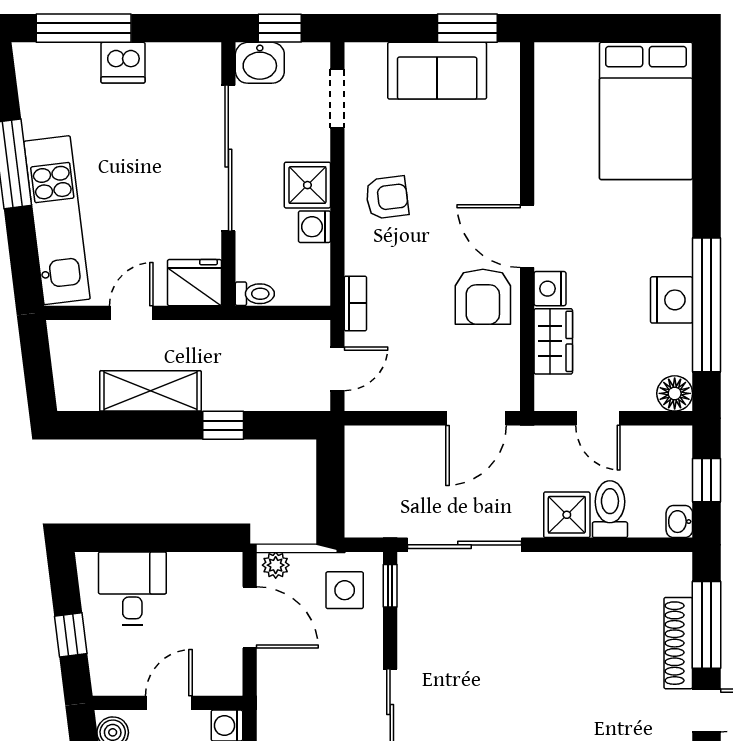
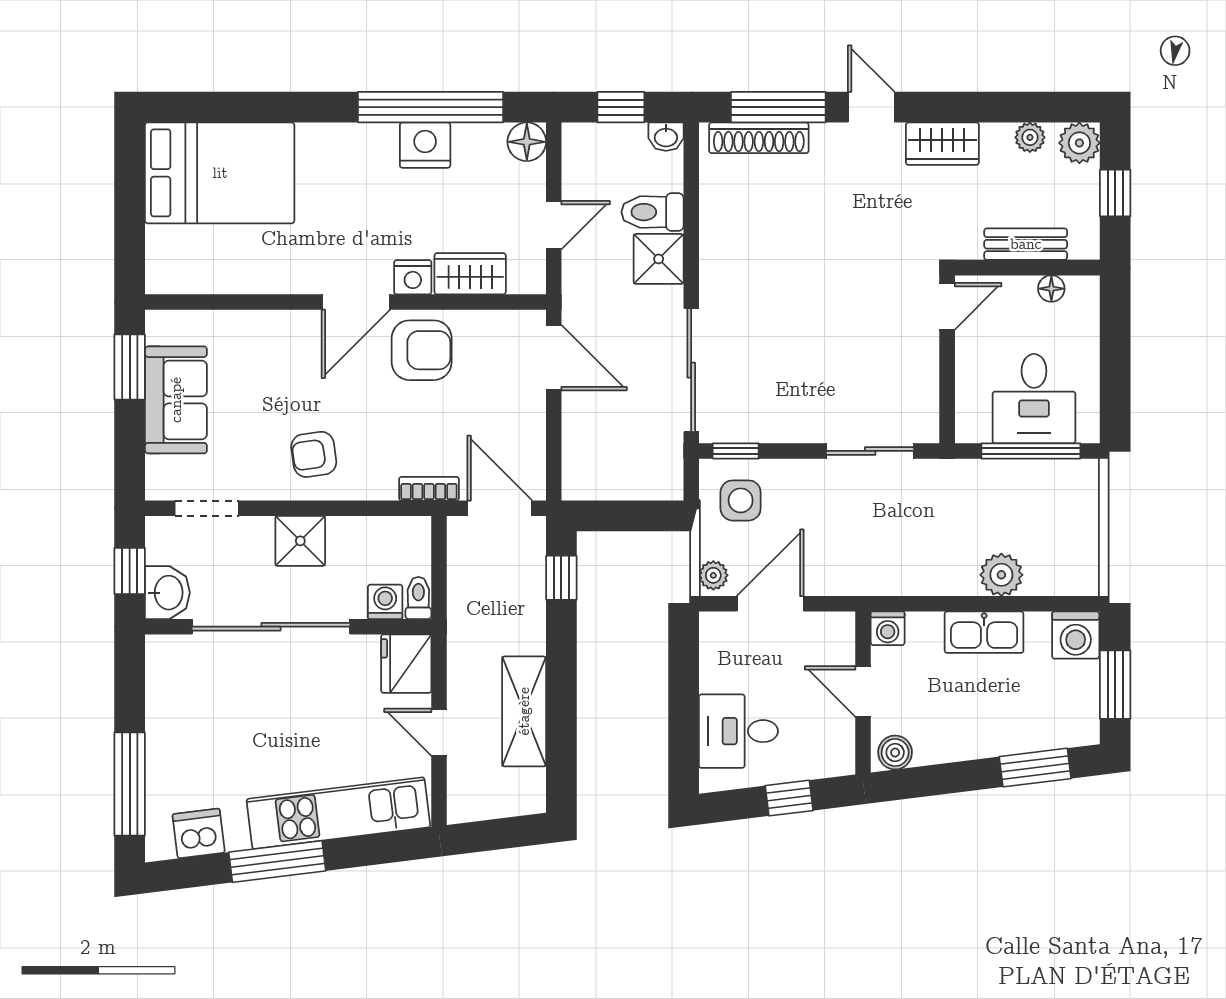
dishwasher: (123, 63) -> (199, 833), moved, turned -97
armchair: (387, 198) -> (314, 454), turned -91
washing machine: (315, 227) -> (385, 602), moved, turned 180
door: (337, 369) -> (500, 508), width x1.38
window: (223, 425) -> (561, 578), moved
shoe rack: (678, 643) -> (759, 138), moved

